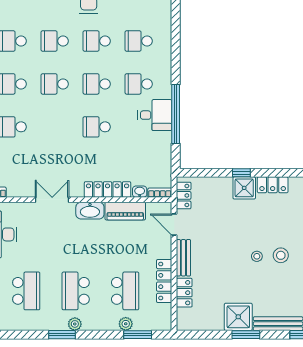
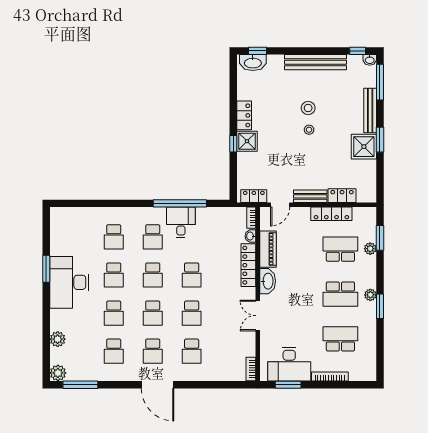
school desk: (55, 127) -> (192, 313), added

